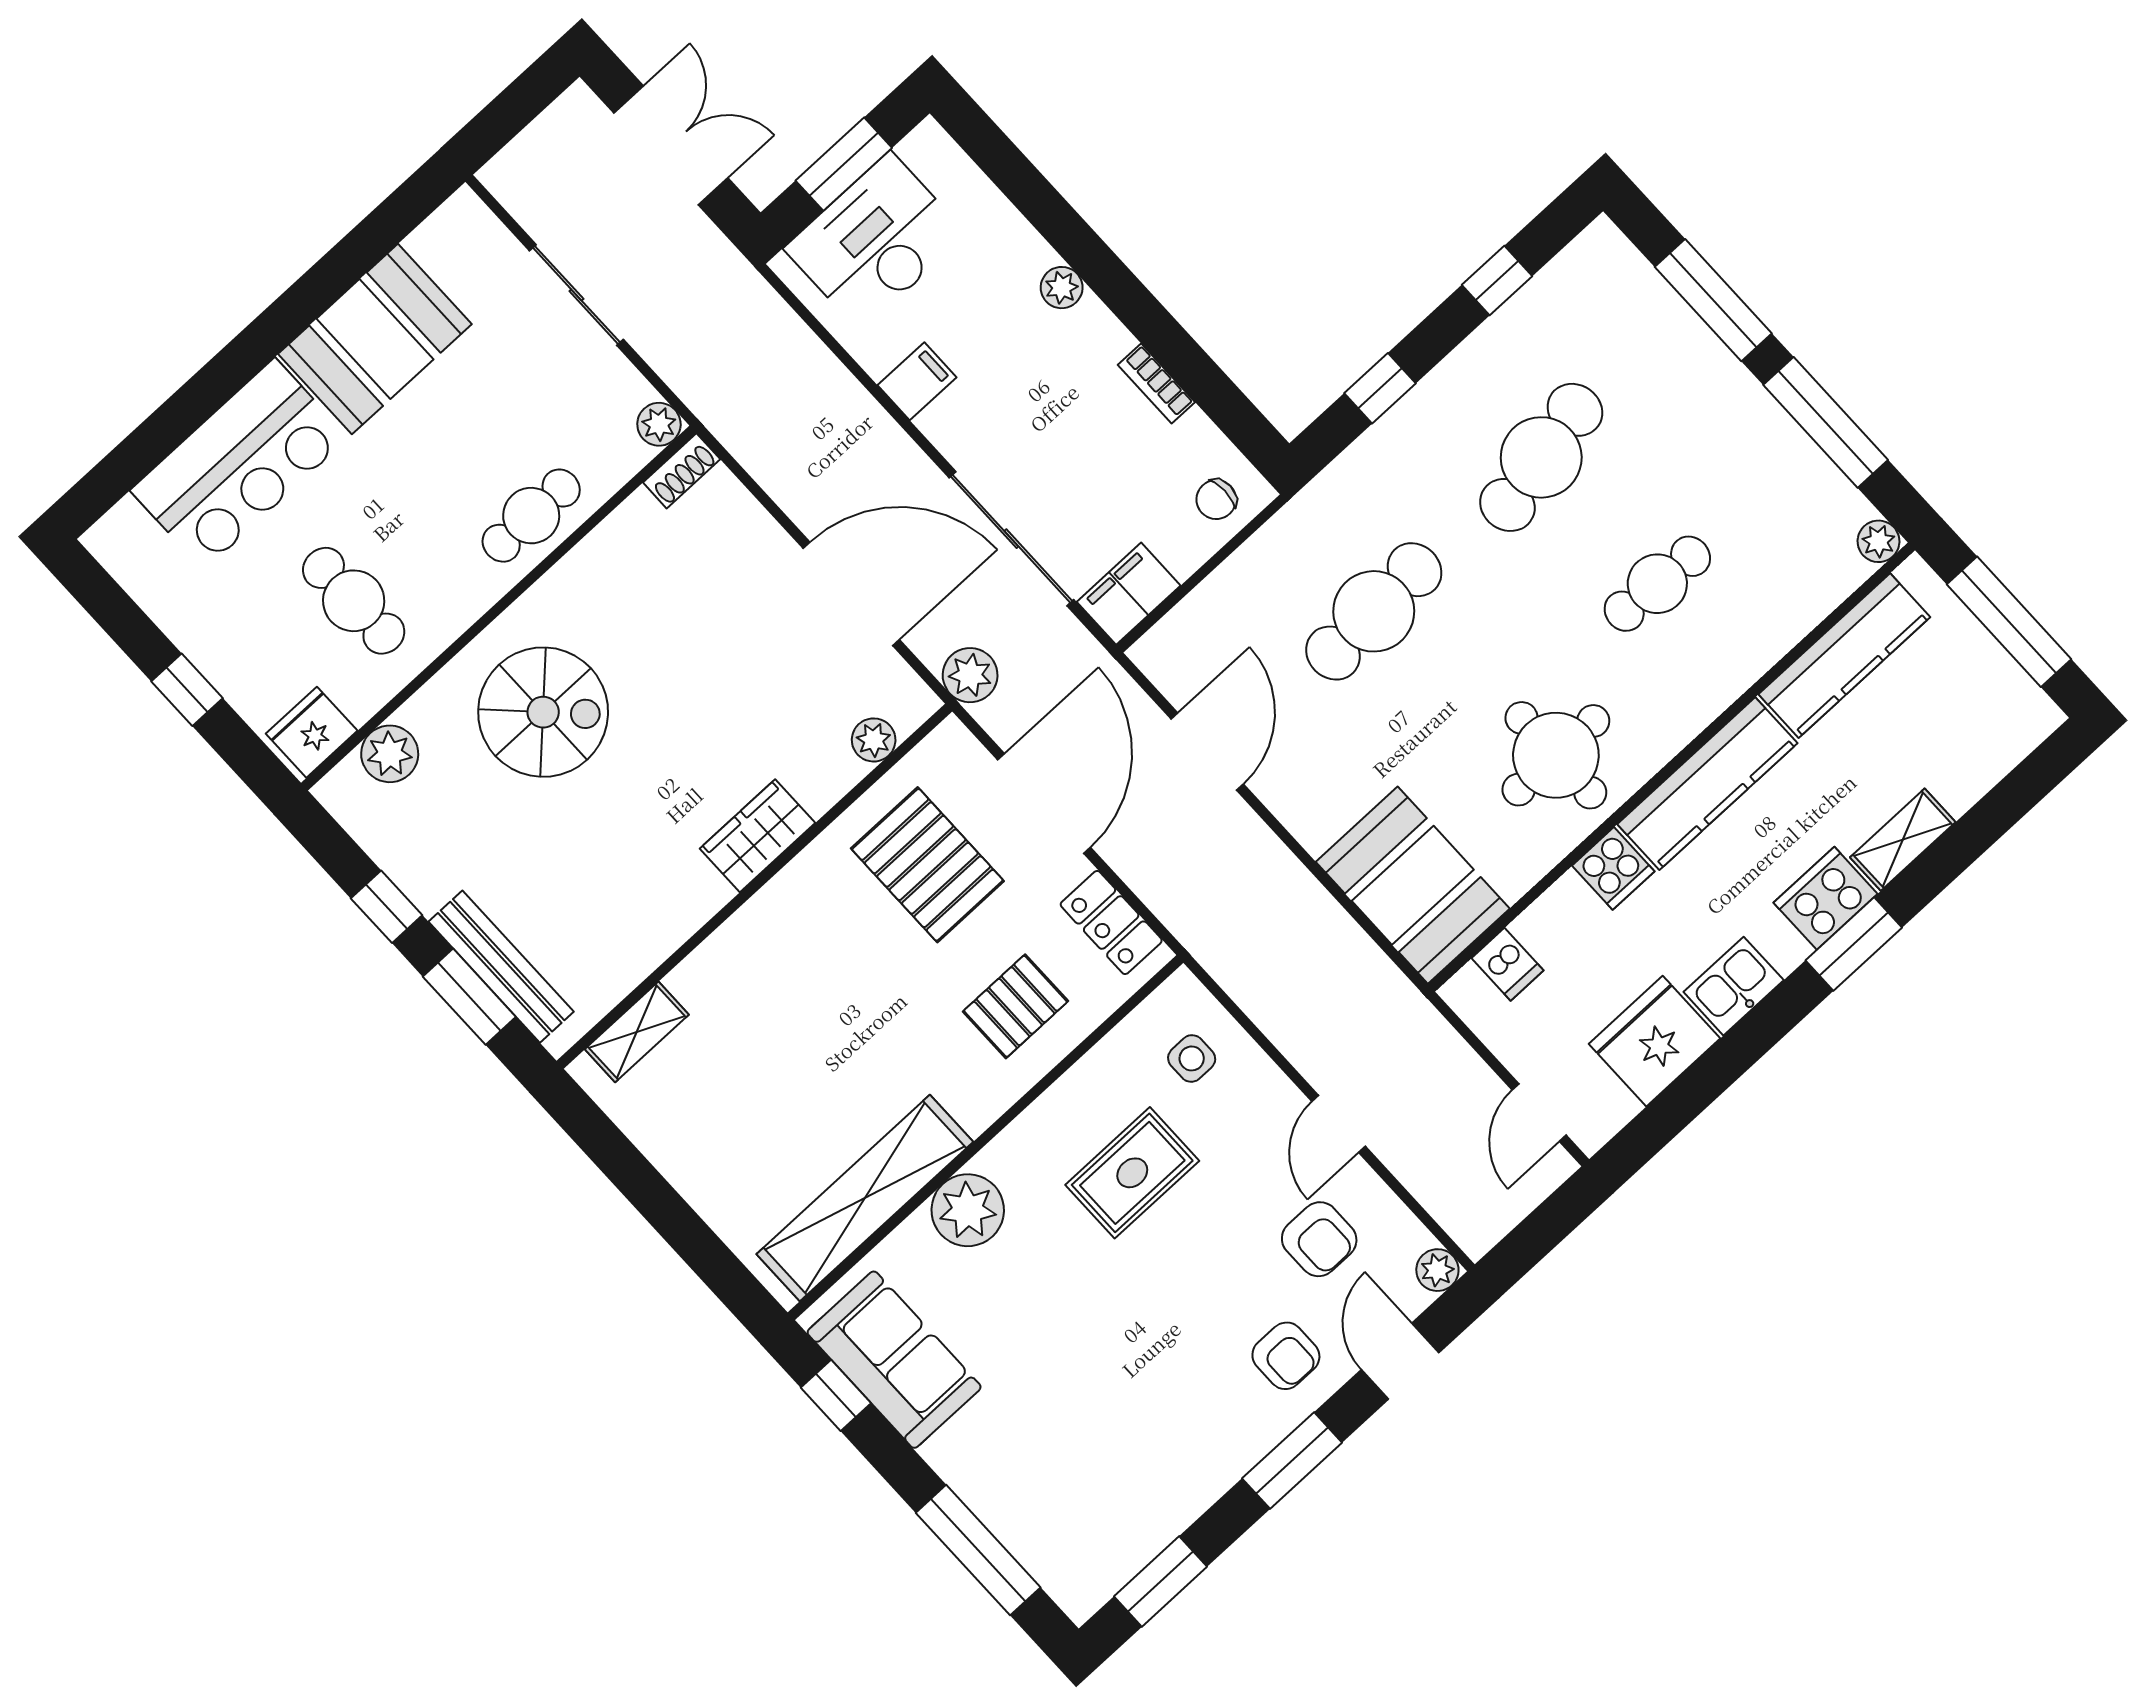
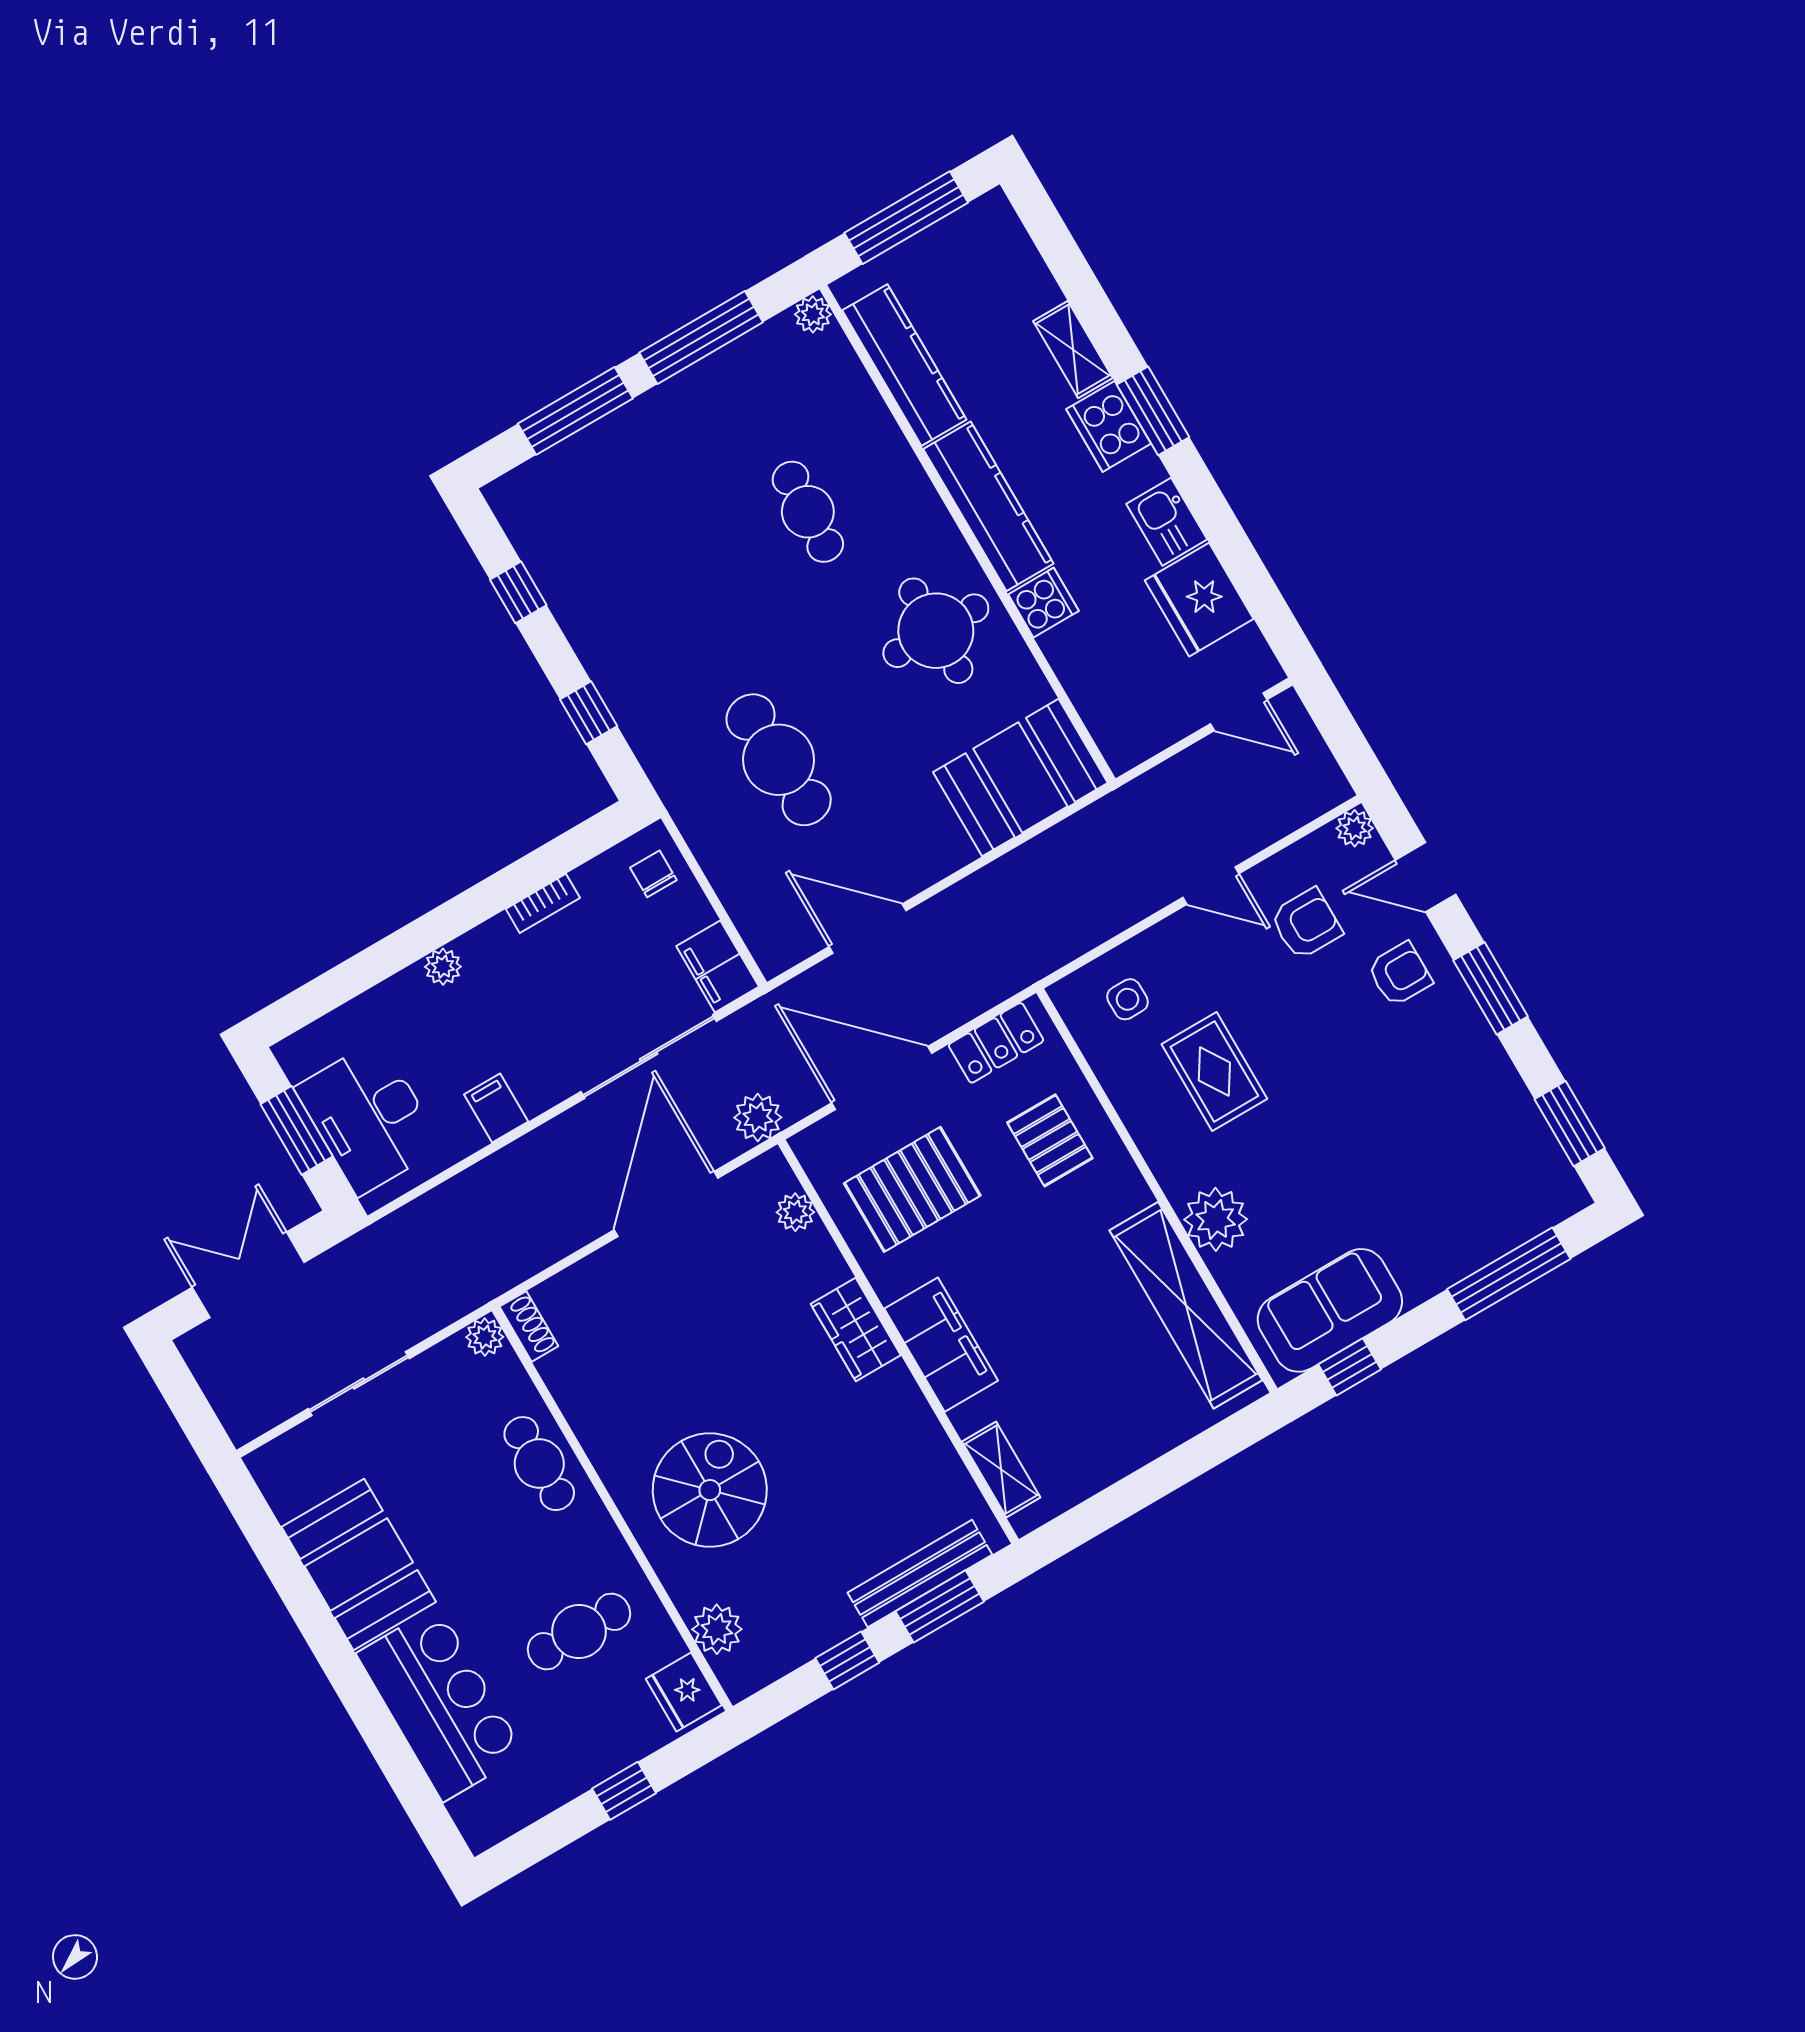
cafe table: (1541, 457) -> (678, 588), removed
chair: (1216, 500) -> (653, 874), turned 180
filing cabinet: (761, 935) -> (941, 1345), added
dishwasher: (1508, 964) -> (1106, 711), removed

